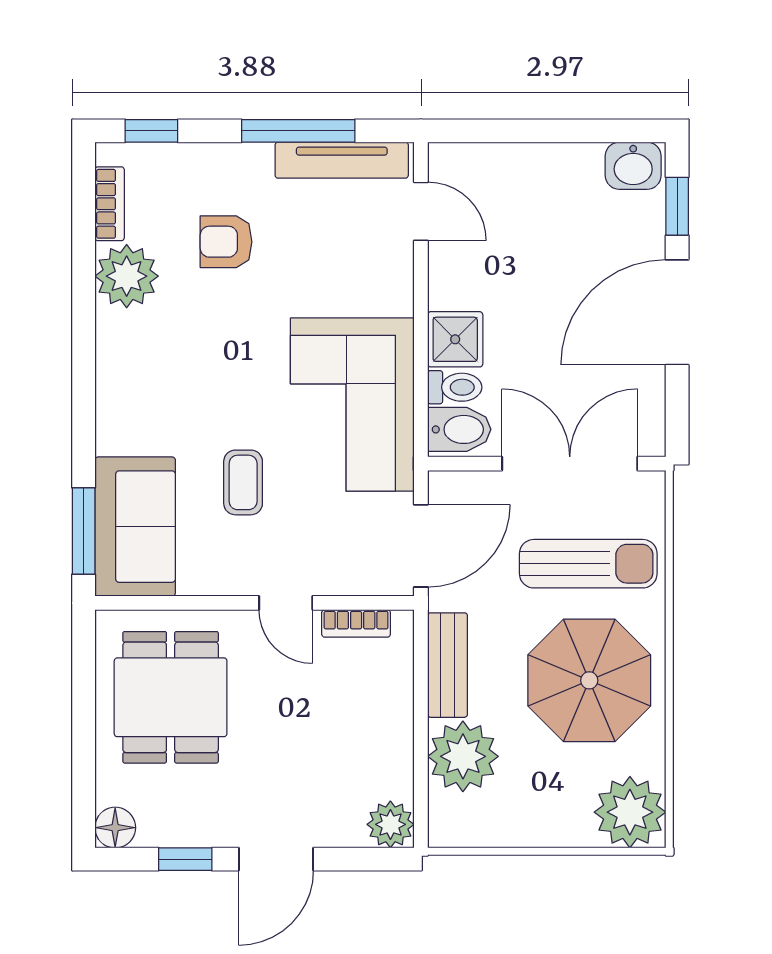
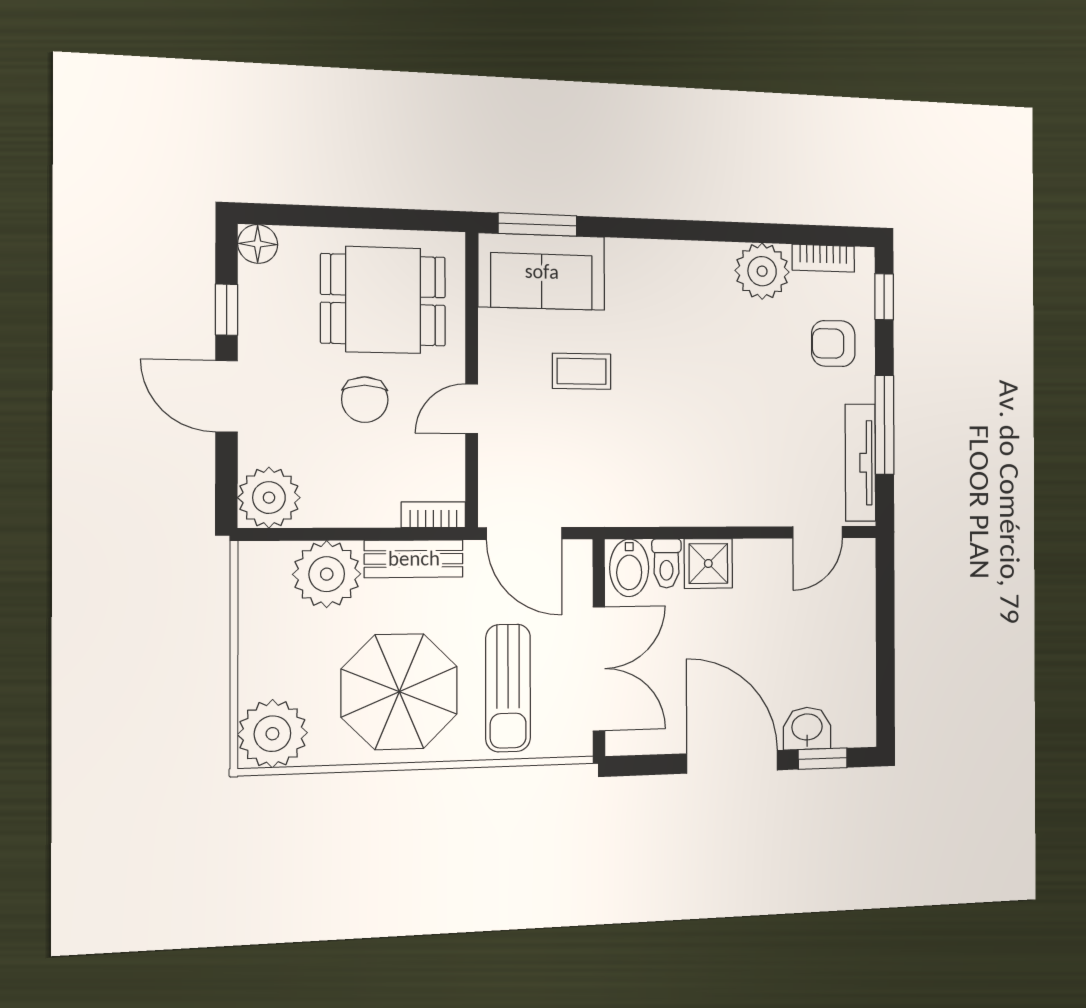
washbasin: (633, 166) -> (807, 728), moved, turned 90
armchair: (226, 242) -> (833, 344), moved, turned -90
corner sofa: (352, 405) -> (651, 471), removed
bookcase: (356, 623) -> (433, 515), moved, turned 90
chair: (277, 717) -> (365, 400), added
plant: (390, 824) -> (269, 498), width x1.36, depth x1.36

